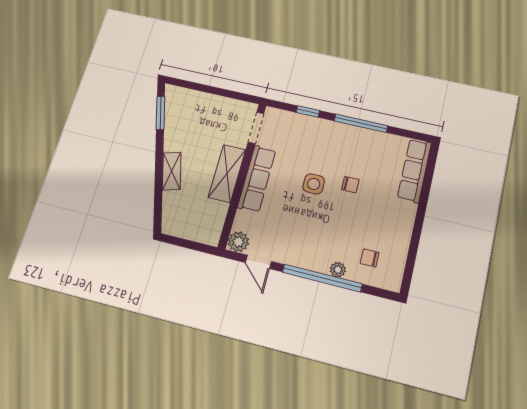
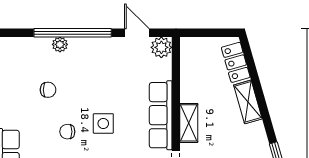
shelving: (227, 173) -> (189, 123), width x0.67, depth x0.75
locker: (172, 210) -> (236, 62), added
chair: (370, 258) -> (48, 90), moved

